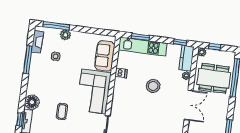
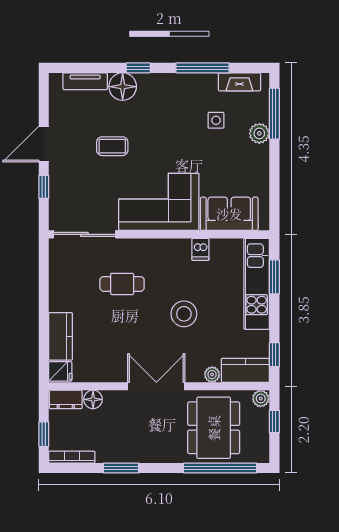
double door: (189, 105) -> (156, 386), swing flipped
cafe table: (134, 116) -> (122, 284), added
window: (20, 119) -> (138, 68), moved

